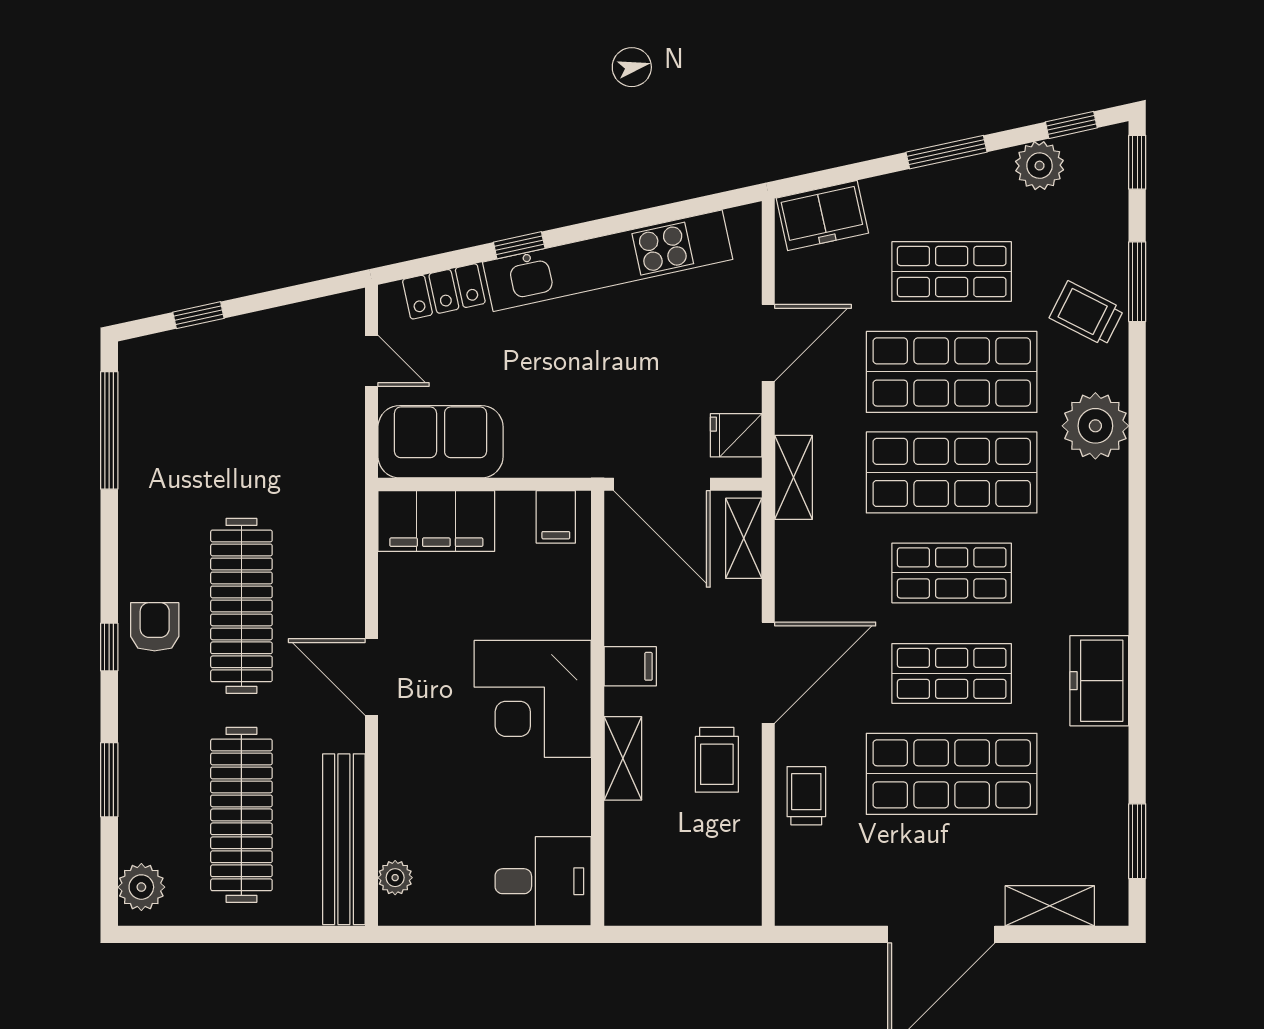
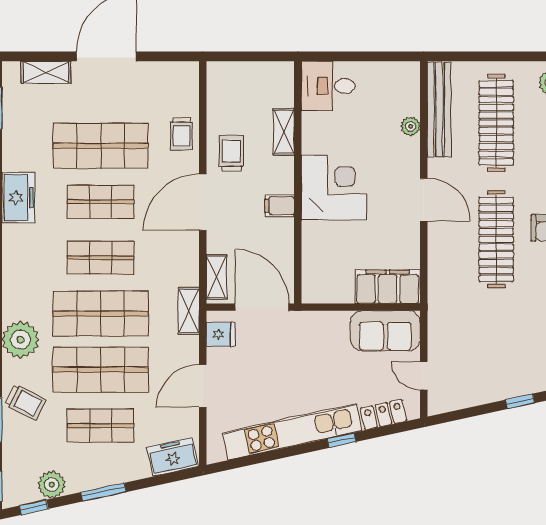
filing cabinet: (556, 517) -> (321, 289), removed
shelving: (623, 758) -> (284, 132), moved
plant: (395, 878) -> (411, 126), moved

